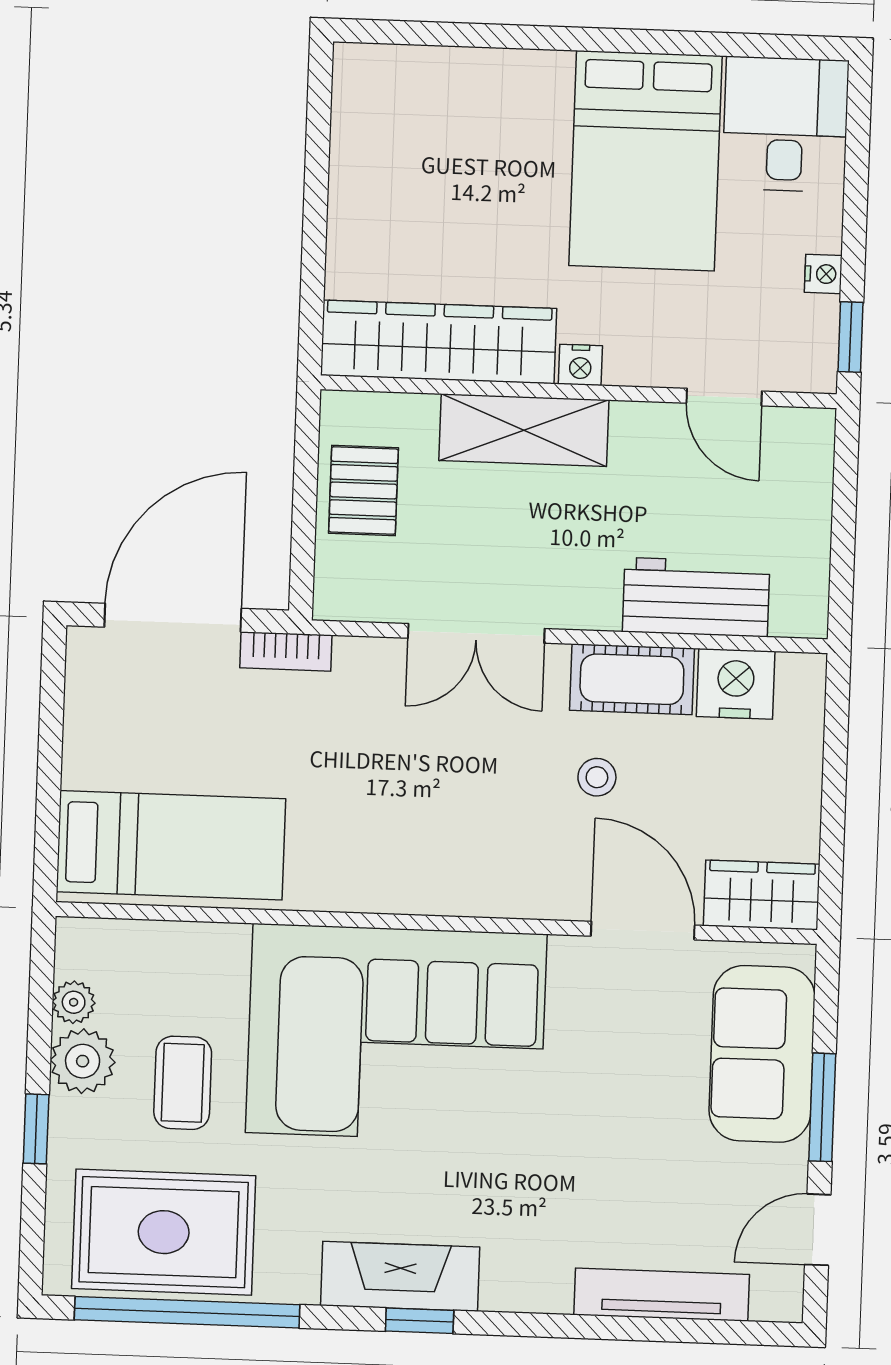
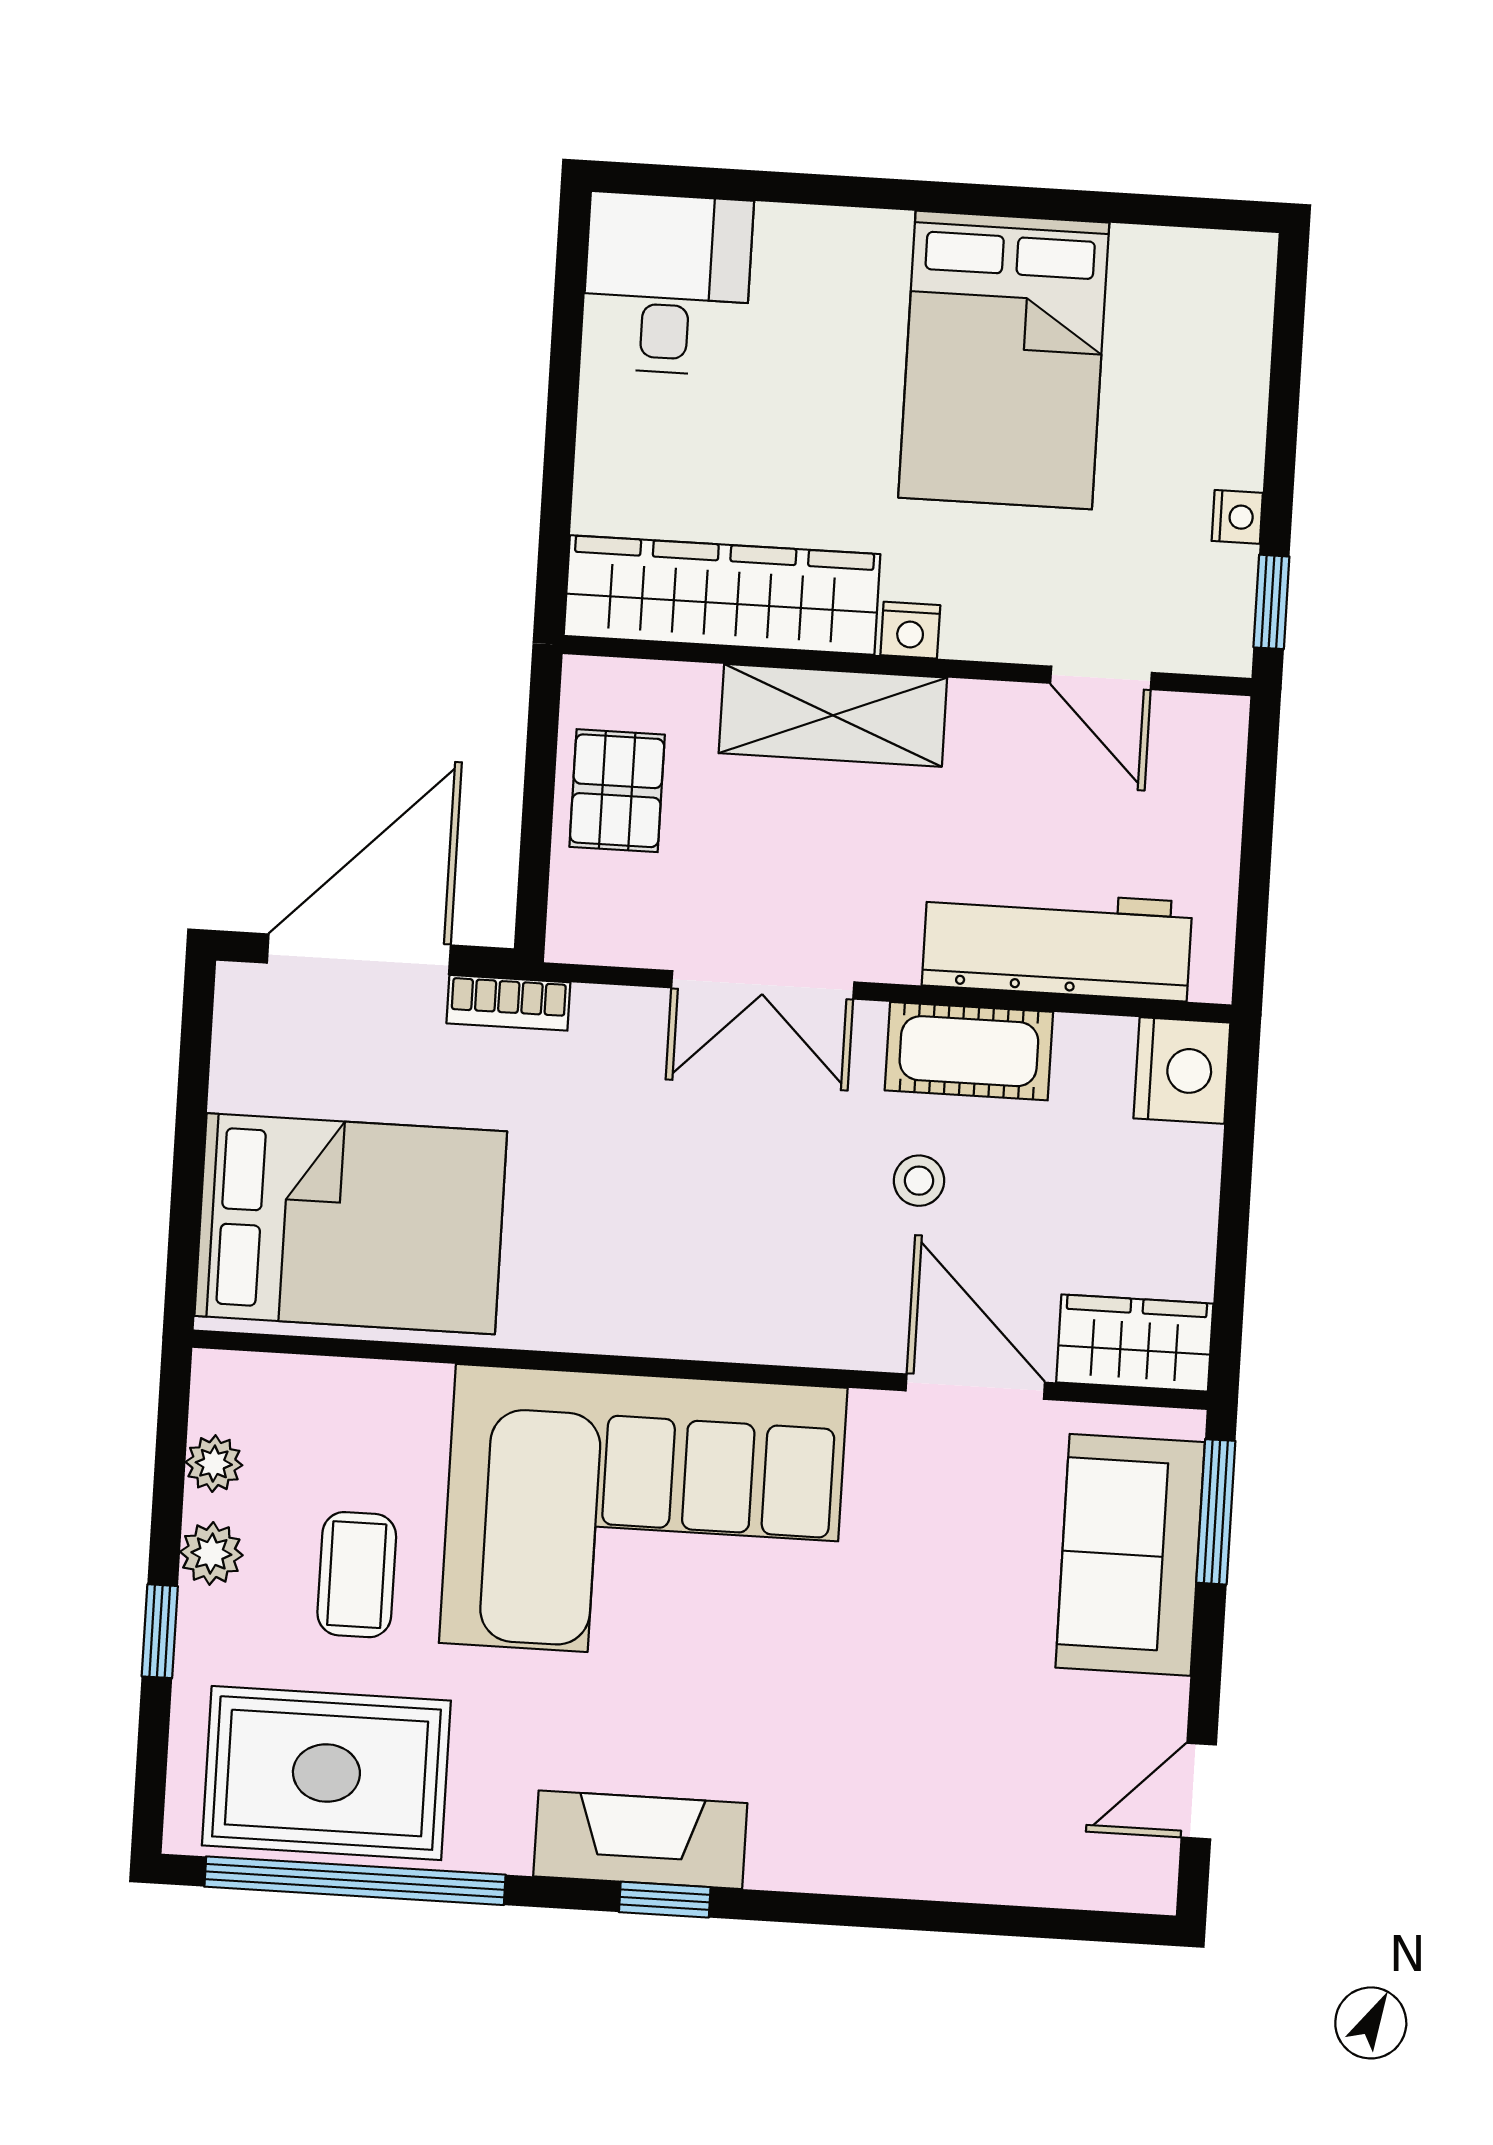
desk: (785, 124) -> (667, 284), moved
workbench: (696, 597) -> (1057, 944), width x1.38
nightstand: (736, 684) -> (1182, 1071), moved, turned 90
bed: (171, 845) -> (351, 1224), width x1.50
plant: (83, 1061) -> (211, 1553), width x0.73, depth x0.73
window: (822, 1107) -> (1216, 1512), moved
tv unit: (662, 1295) -> (988, 1873), removed

